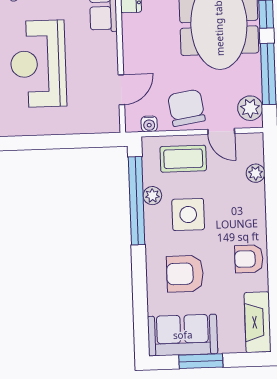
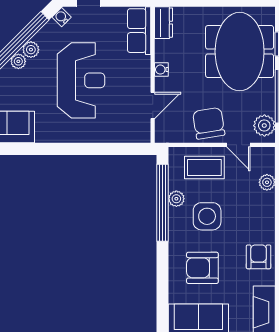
reception desk: (38, 64) -> (81, 80), turned 180
water cooler: (149, 124) -> (161, 70), moved, turned 90
armchair: (249, 259) -> (259, 257), turned 90

